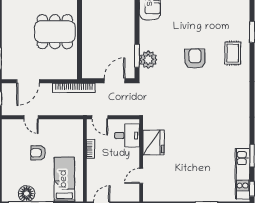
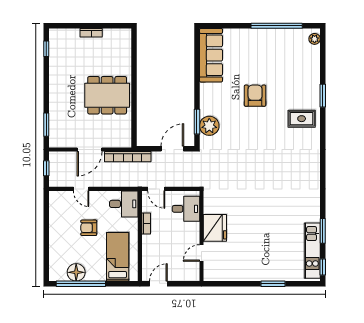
rug: (233, 53) -> (302, 119), turned 90
armchair: (195, 59) -> (255, 96), moved
door: (28, 81) -> (90, 149), moved
desk: (70, 131) -> (124, 204), added
fridge: (153, 143) -> (215, 228), moved

